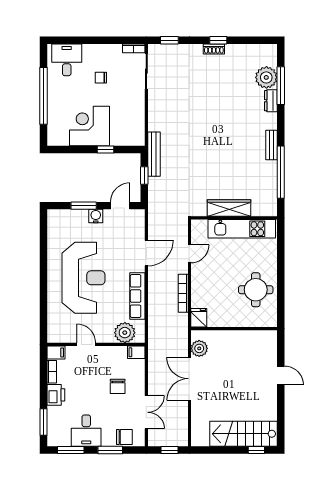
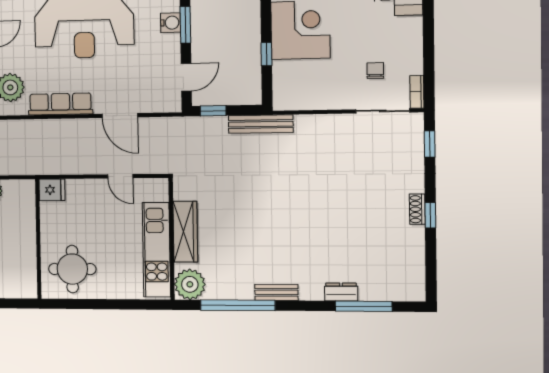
plant: (266, 77) -> (190, 284), moved
chair: (101, 78) -> (375, 71), moved
window: (144, 175) -> (213, 111), moved
door: (120, 206) -> (186, 77), hinge flipped
water cooler: (96, 216) -> (170, 23), moved
bookcase: (183, 293) -> (65, 168), removed
fridge: (199, 318) -> (52, 190), moved
wall: (234, 329) -> (38, 239), moved

